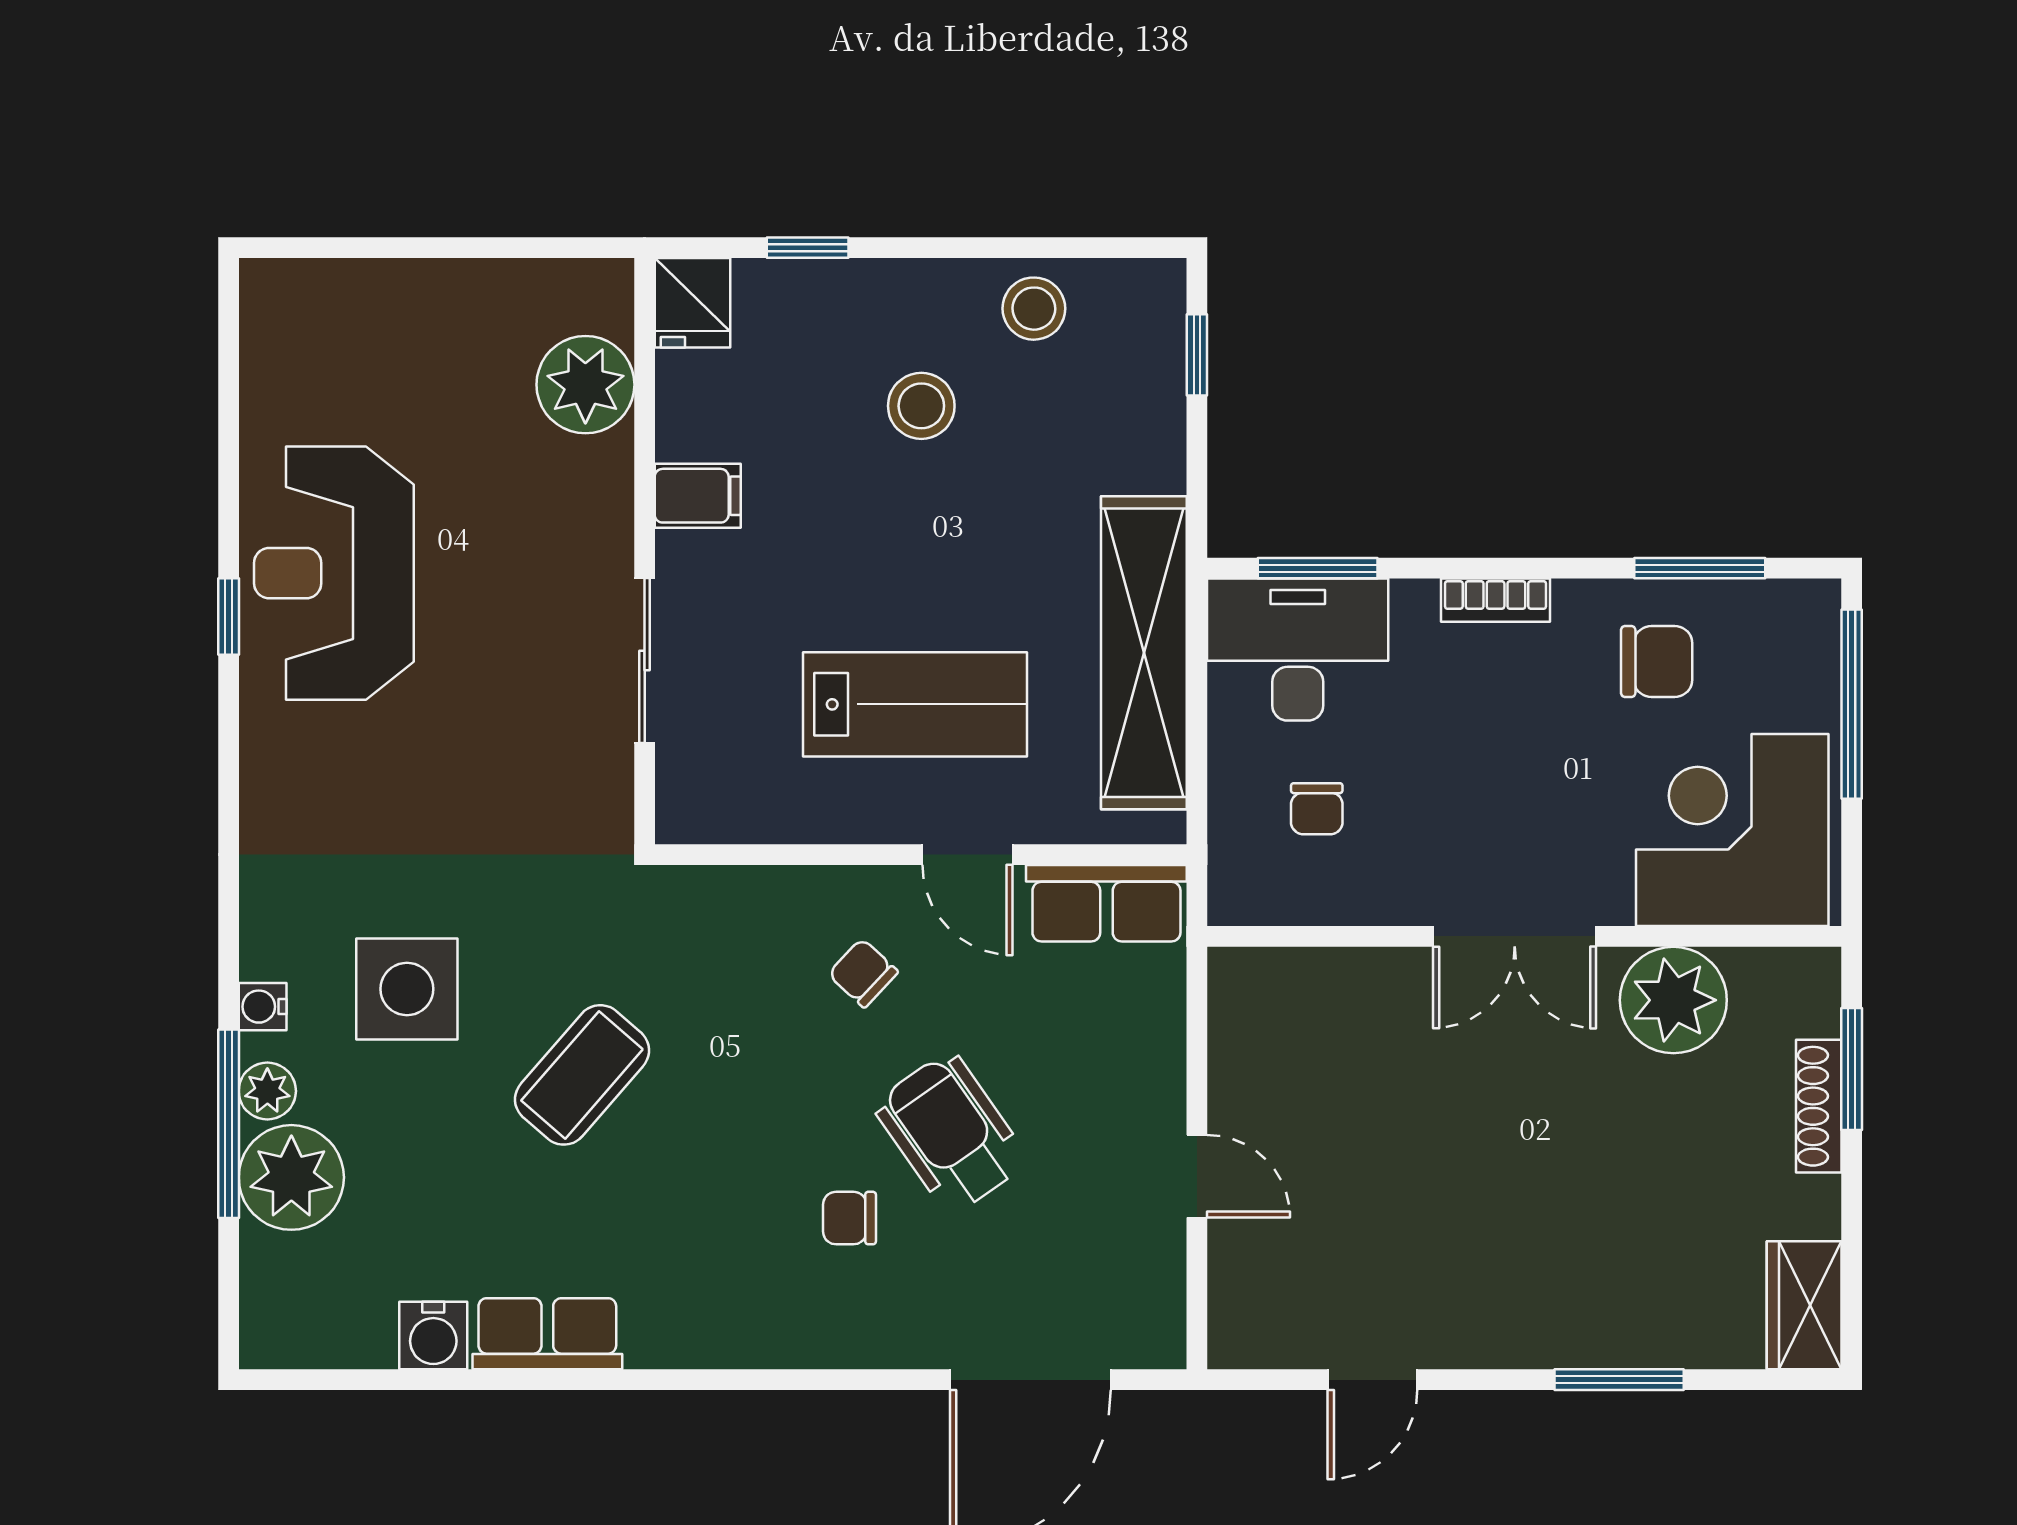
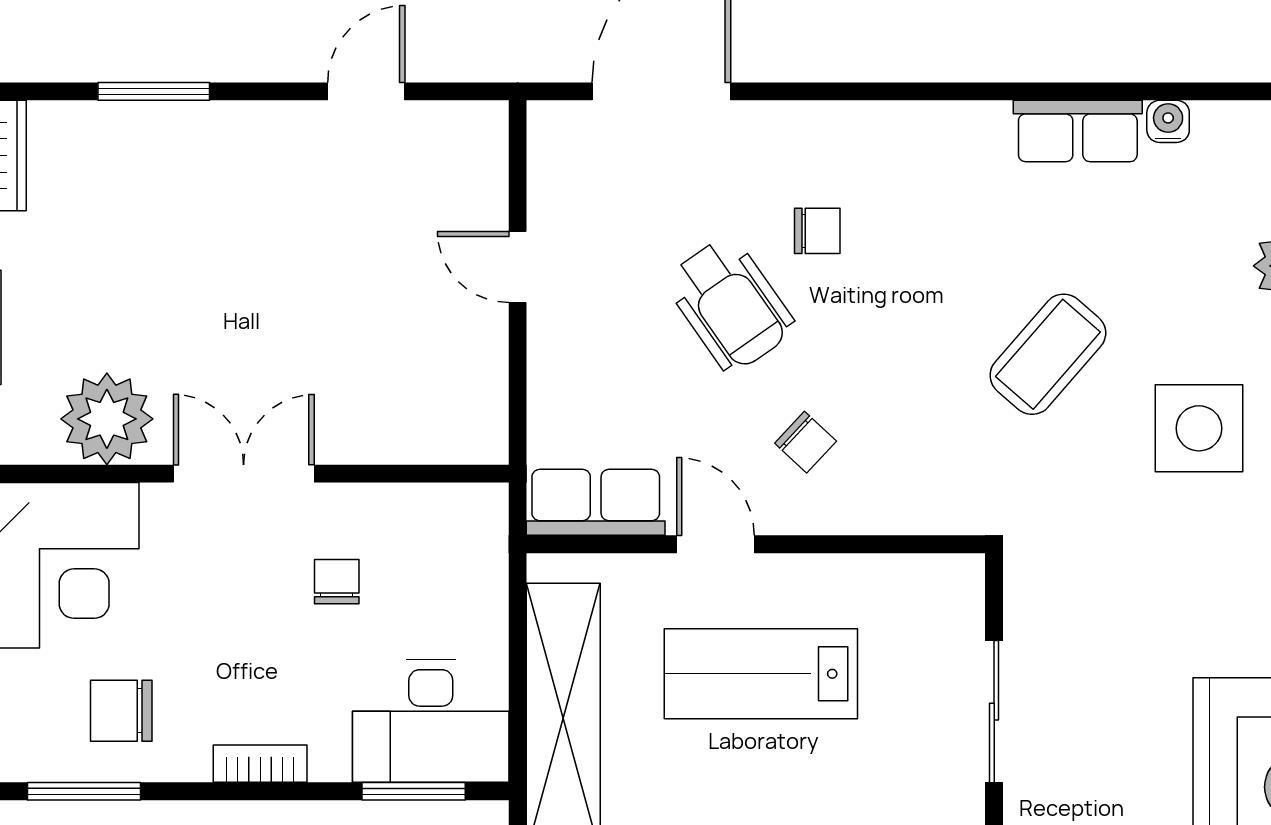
chair: (1317, 809) -> (337, 582), moved
water cooler: (433, 1336) -> (1168, 121), width x0.72, depth x0.72

